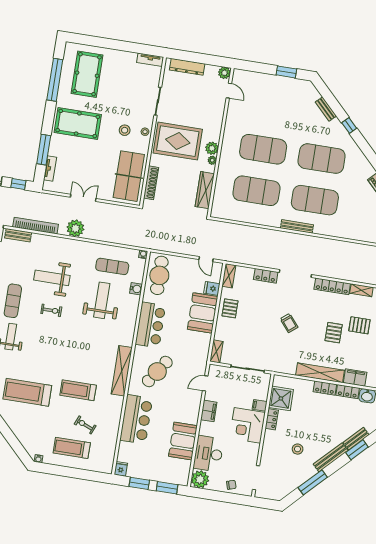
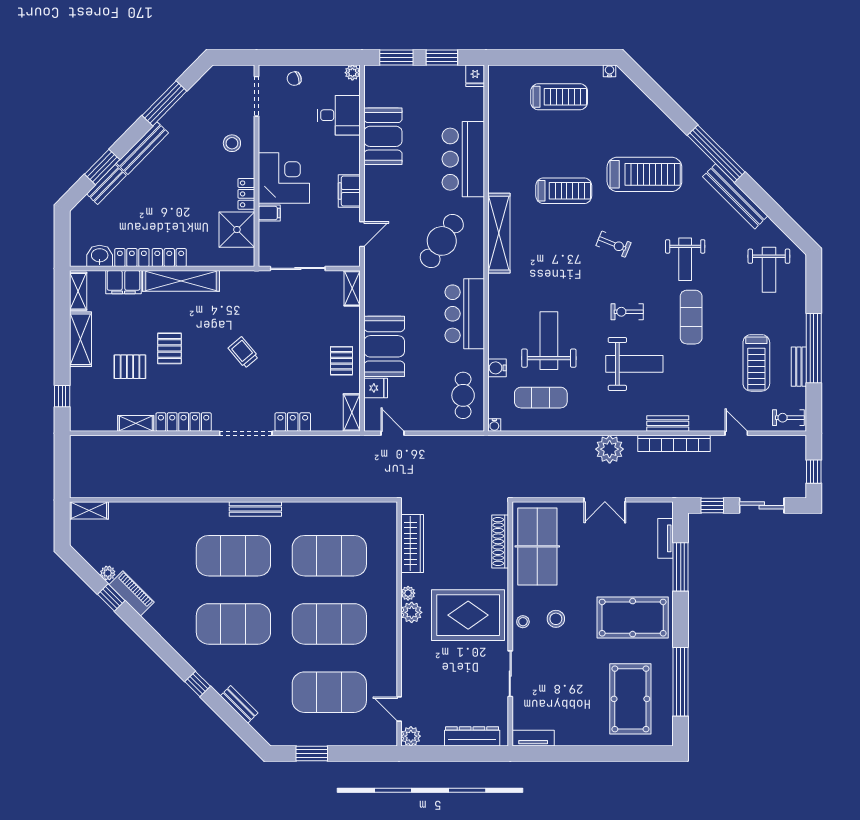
exercise mat: (270, 108) -> (329, 692), added
bench: (18, 235) -> (668, 423), moved
cafe table: (159, 275) -> (463, 395), width x0.73, depth x0.74
weight bench: (102, 300) -> (549, 341), turned 180
exercise bike: (85, 425) -> (613, 244), moved
stool: (298, 449) -> (232, 143), moved
desk: (208, 454) -> (339, 115), width x0.73
plant: (200, 479) -> (352, 73), width x0.53, depth x0.53

